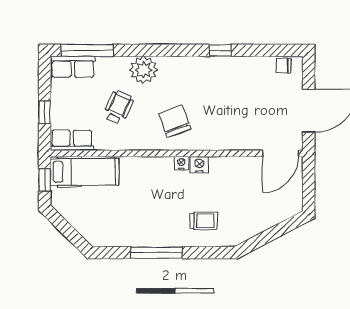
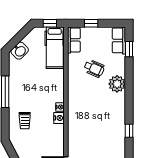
window: (87, 50) -> (129, 49), width x0.46
chair: (175, 121) -> (86, 103), removed
washbasin: (89, 229) -> (20, 51), added

